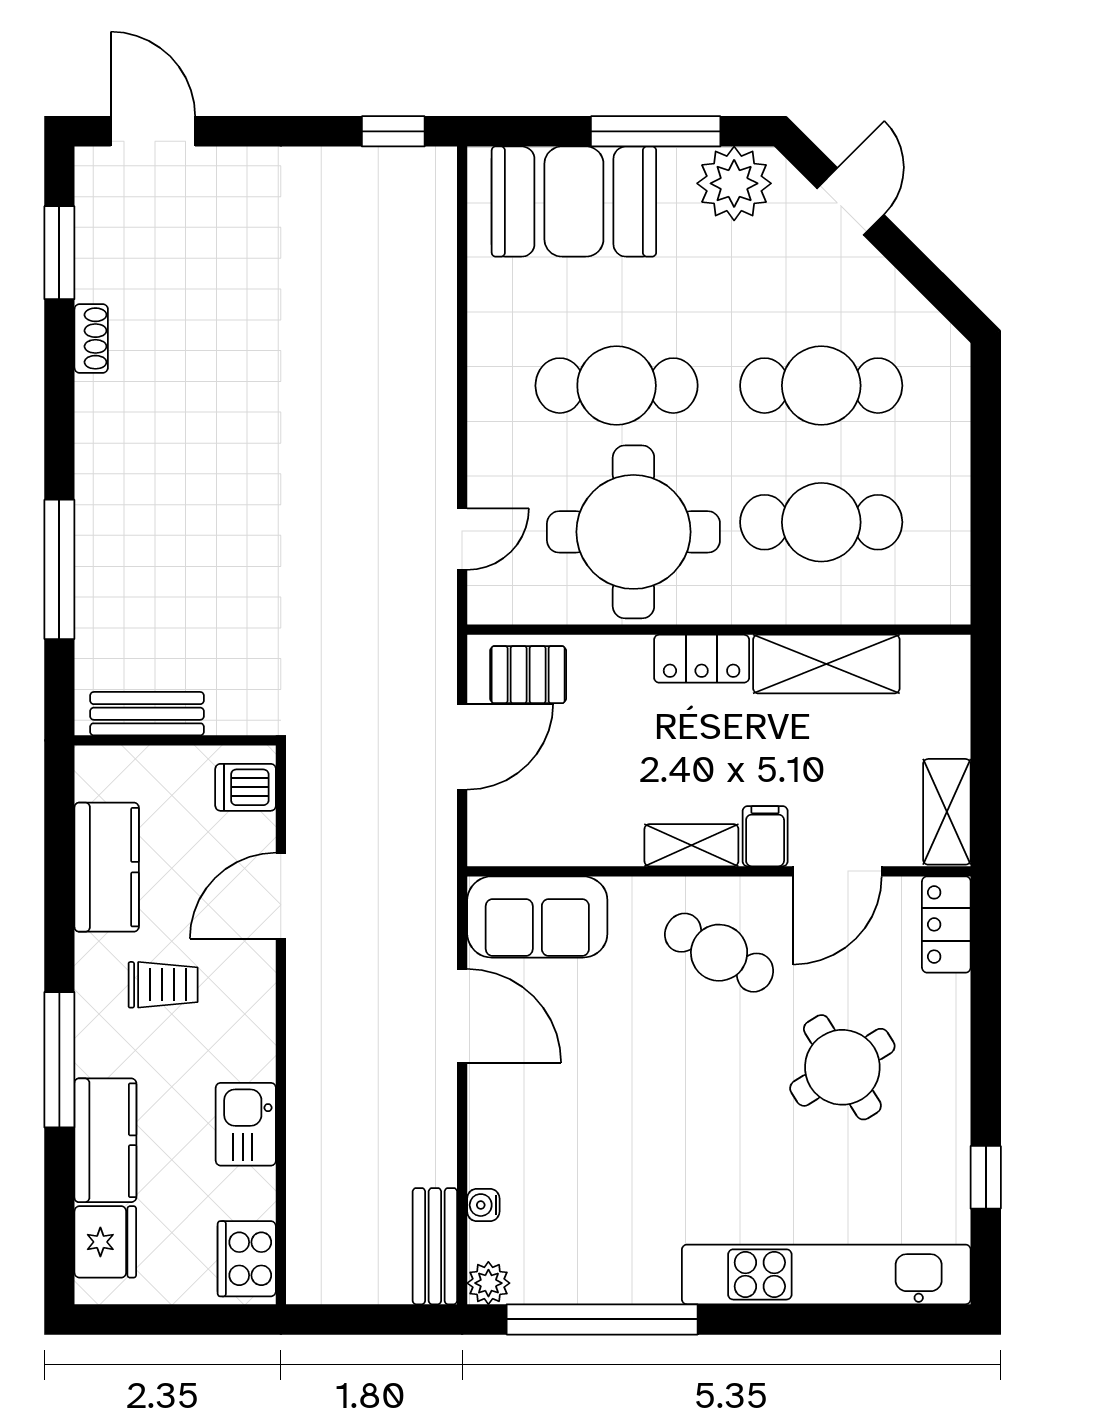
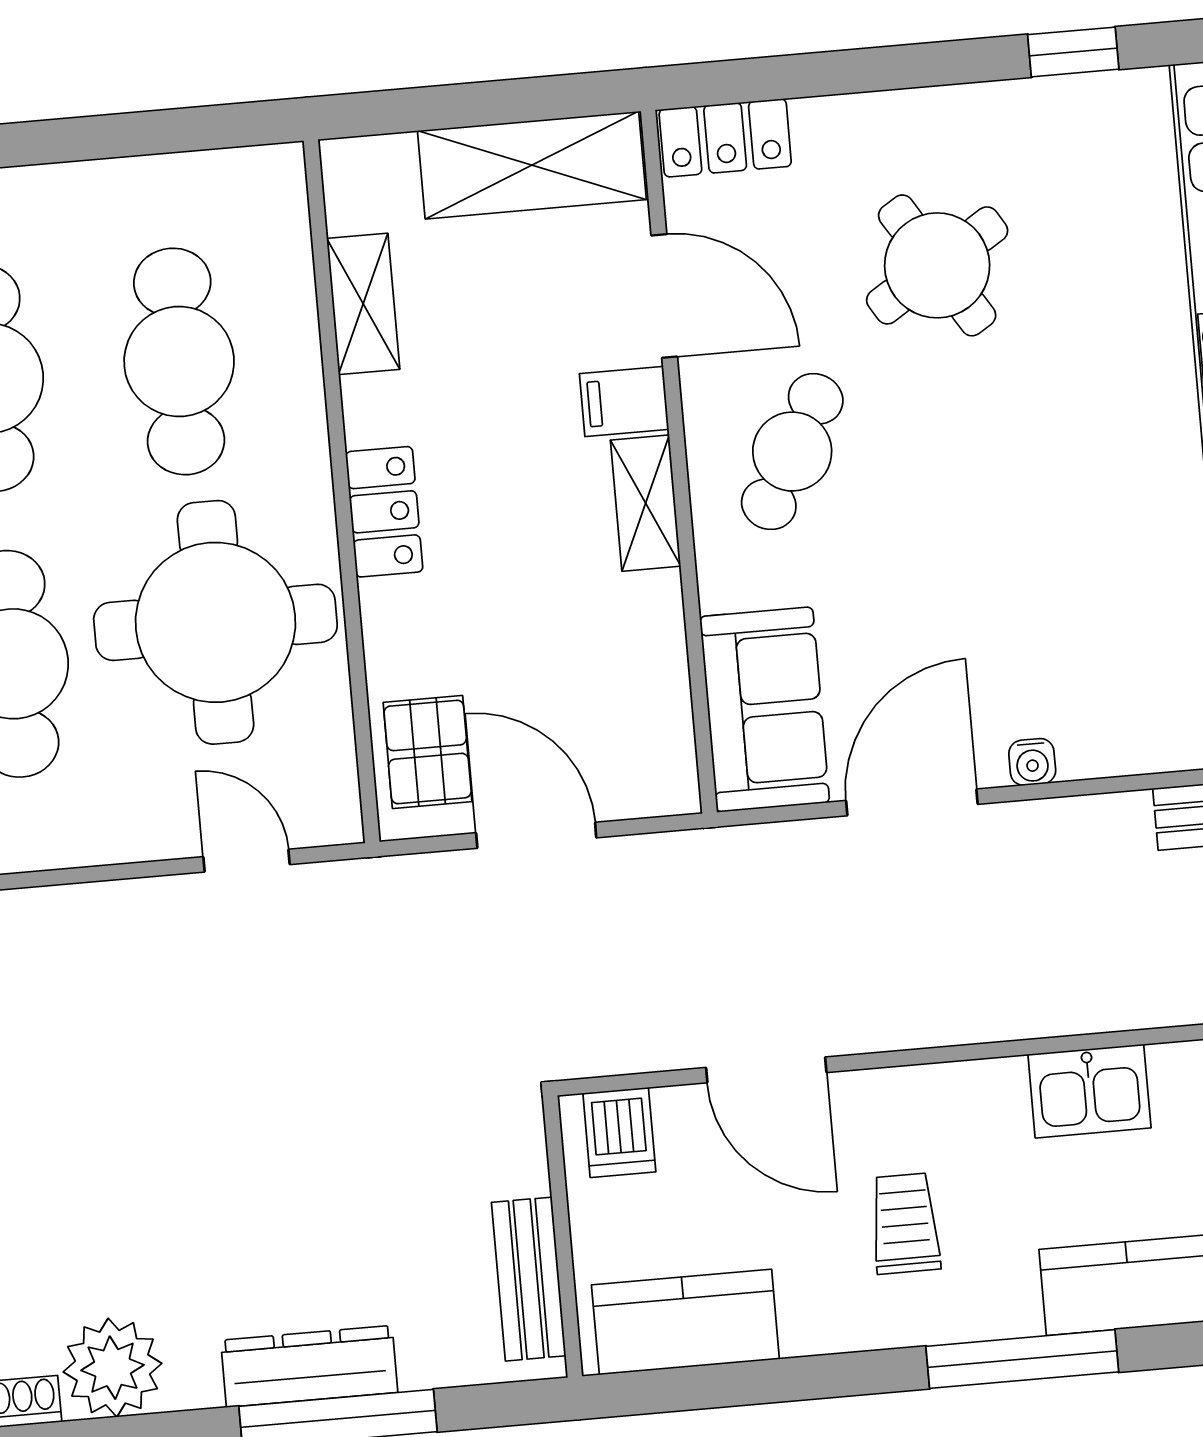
plant: (110, 412) -> (112, 1368), added
dresser: (99, 552) -> (309, 1366), added
shelving: (826, 664) -> (363, 304), width x0.67, depth x0.75
shelving: (947, 812) -> (532, 165), width x1.50, depth x1.33
kitchen counter: (107, 867) -> (685, 1322), moved
water cooler: (483, 1205) -> (1032, 762), moved

